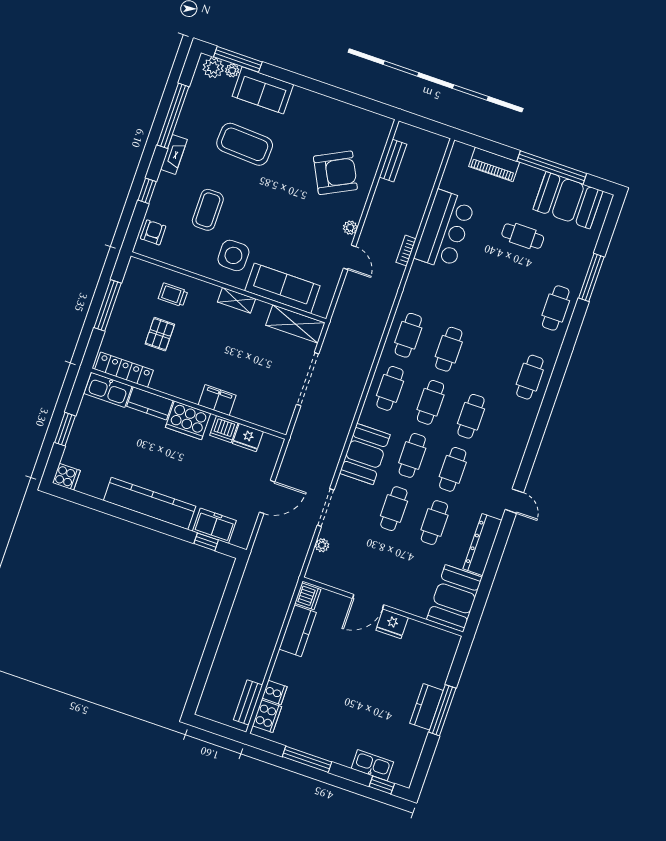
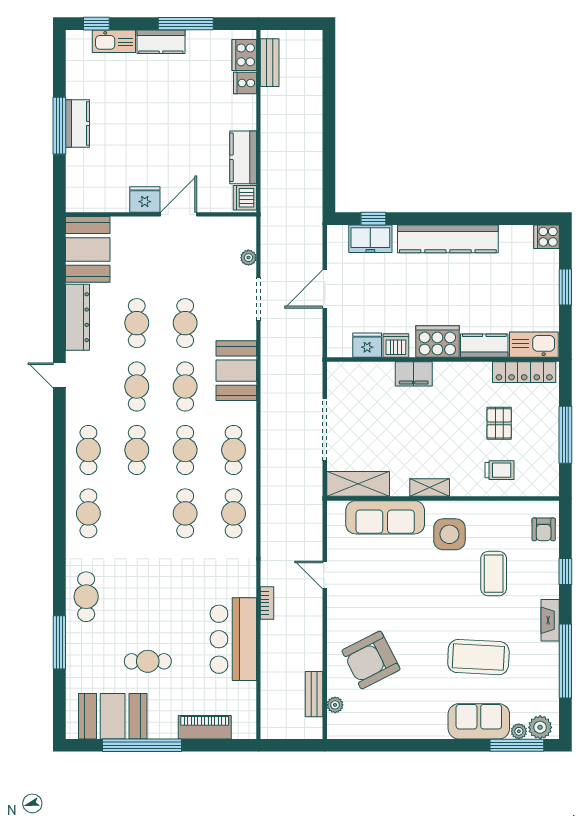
plant: (350, 228) -> (335, 705), moved
cafe table: (512, 430) -> (88, 450), added
kitchen counter: (333, 751) -> (161, 42), added

